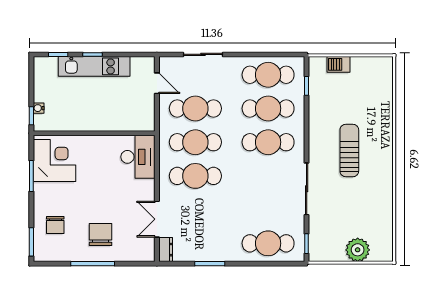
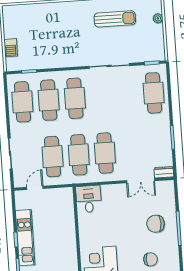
sun lounger: (349, 151) -> (115, 19), moved, turned 180
desk: (138, 157) -> (89, 199), width x0.73
plant: (358, 250) -> (158, 18), width x0.53, depth x0.53

